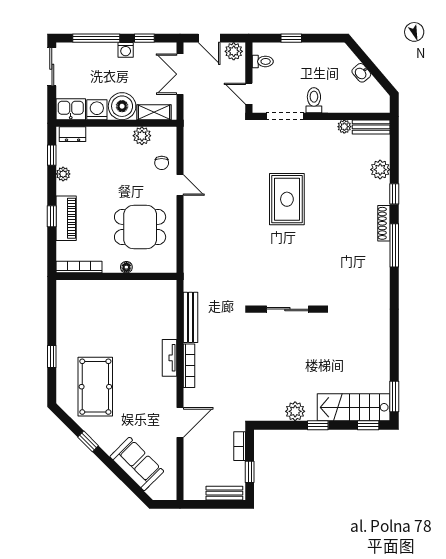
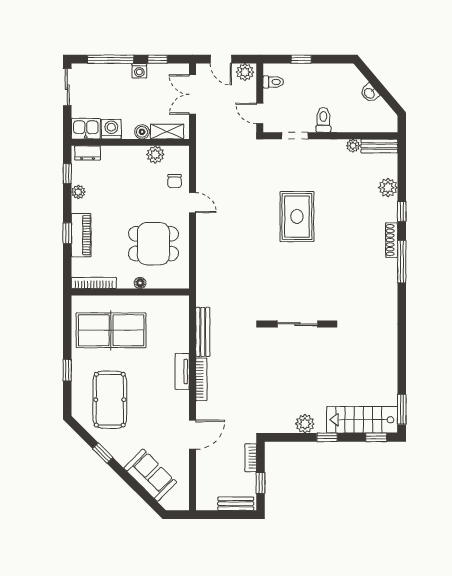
boiler: (122, 106) -> (142, 132), width x0.54, depth x0.54
doorway: (285, 116) -> (295, 136), width x0.73
table tennis table: (97, 316) -> (111, 330), added

